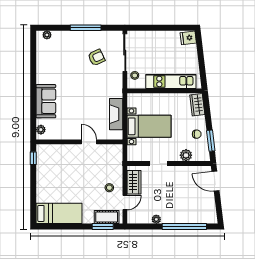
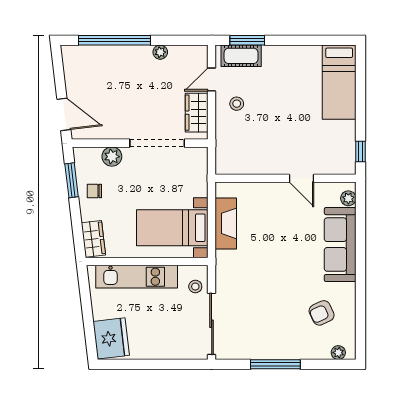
fridge: (188, 38) -> (111, 338), width x1.88, depth x1.34
armchair: (96, 57) -> (322, 313), moved
sofa: (46, 101) -> (340, 245), width x1.36
bed with nightstands: (149, 126) -> (172, 228), moved
door: (89, 142) -> (302, 178), moved
doorway: (158, 164) -> (157, 143), width x1.88
bed: (59, 213) -> (339, 82), moved, turned -90

